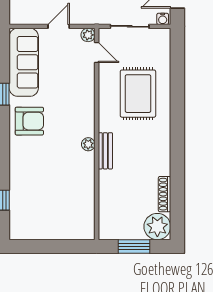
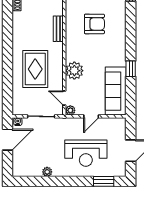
armchair: (29, 121) -> (94, 24), moved, turned 180
plant: (88, 144) -> (74, 71), moved, width x1.87, depth x1.87

